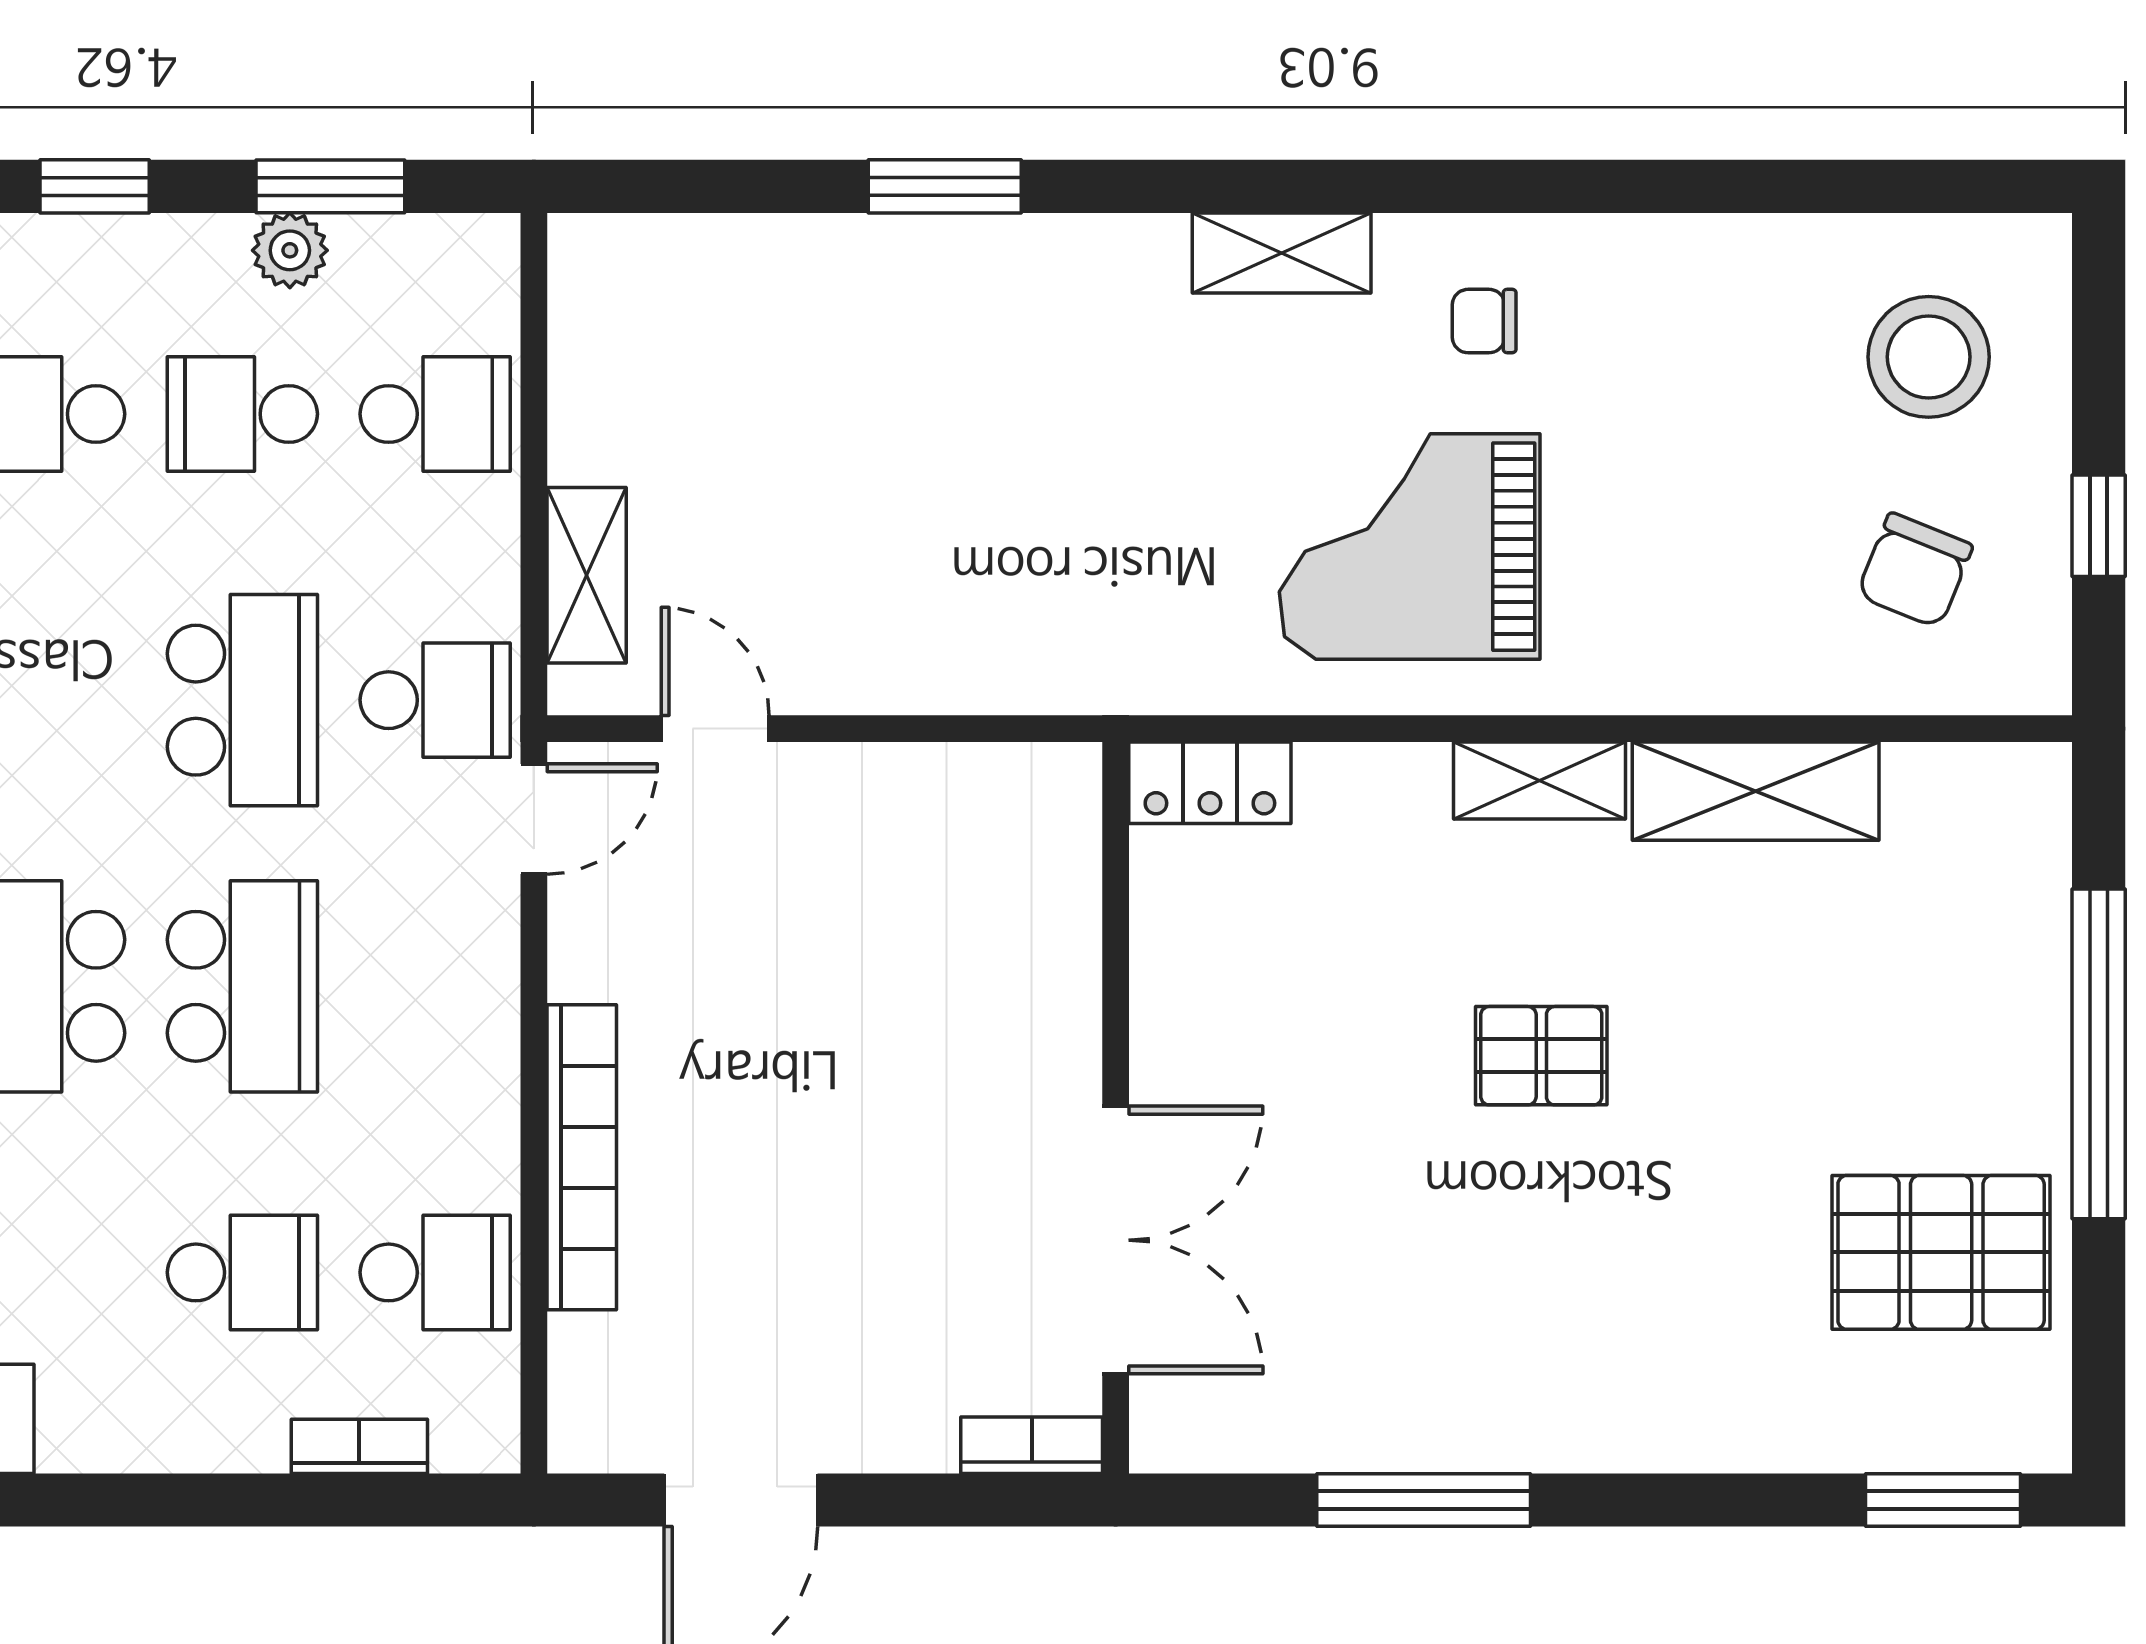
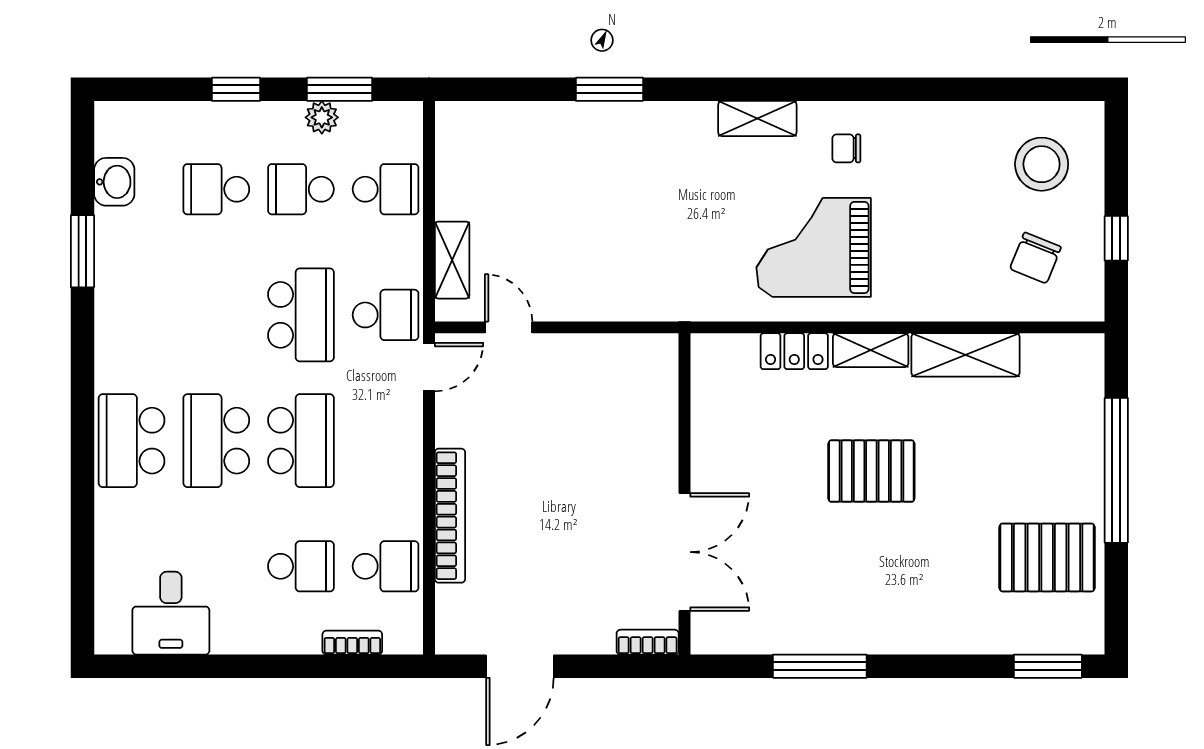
locker: (1210, 783) -> (794, 351), moved
pallet: (1541, 1056) -> (871, 471), width x1.50, depth x1.42

